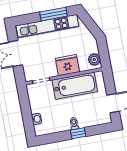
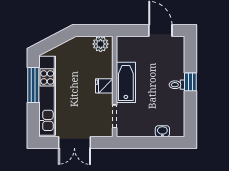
fridge: (67, 65) -> (104, 86), width x0.53, depth x0.75
bathtub: (75, 86) -> (126, 82), width x0.73, depth x0.73

